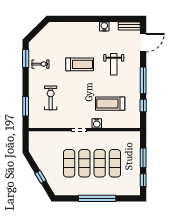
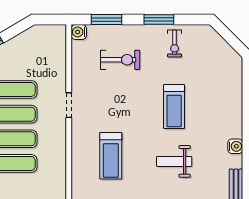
window: (26, 58) -> (159, 20), moved
treadmill: (110, 104) -> (111, 156), turned 180
water cooler: (97, 123) -> (79, 32), moved

